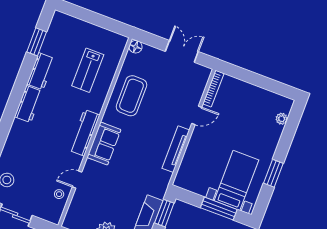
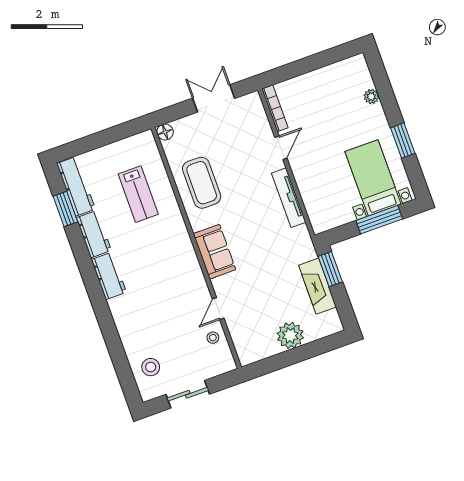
plant: (282, 119) -> (371, 96), moved
workbench: (84, 133) -> (76, 186), moved, turned 180

